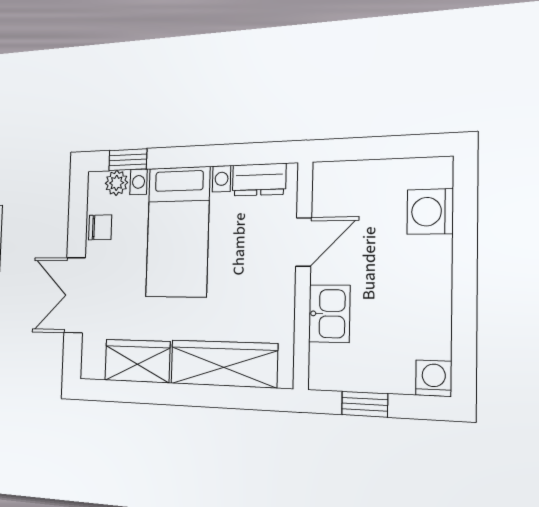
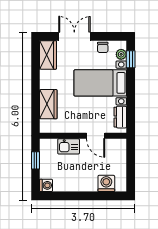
wardrobe: (137, 361) -> (48, 55), moved
wardrobe: (224, 364) -> (48, 104), width x0.67

